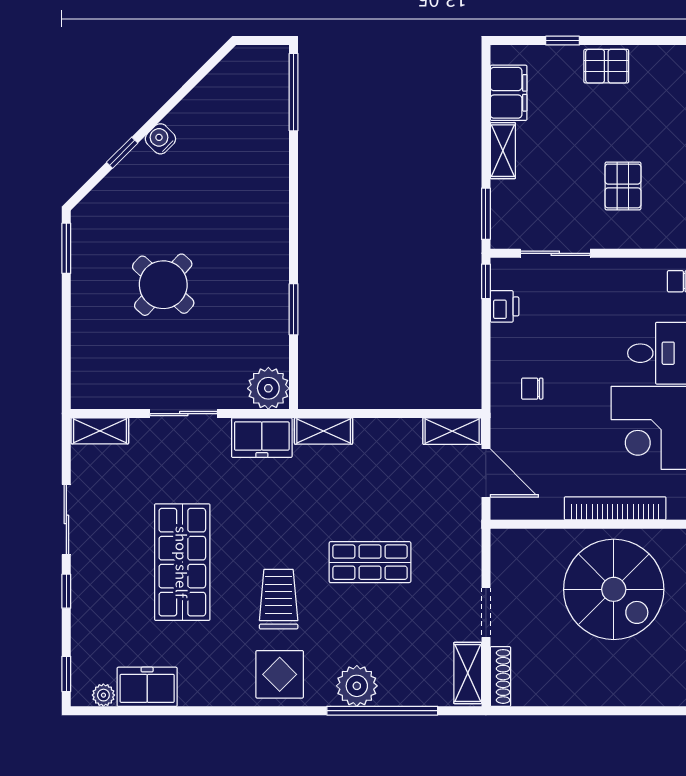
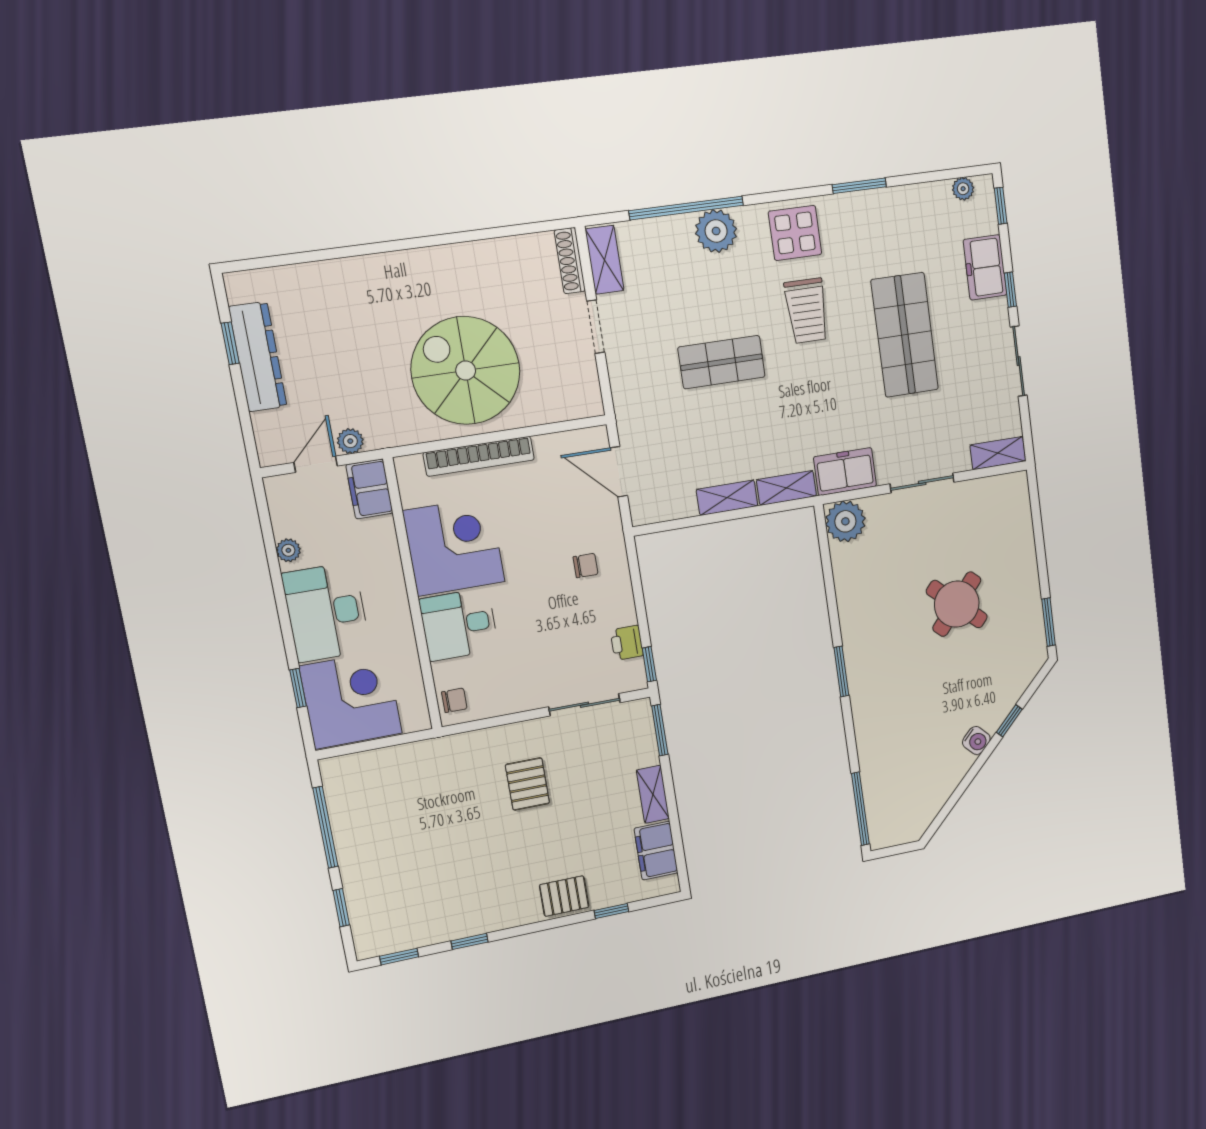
window: (294, 309) -> (841, 672), moved
shelving: (452, 431) -> (727, 498), moved
freezer: (147, 687) -> (985, 267), moved, turned 90
window: (209, 711) -> (859, 186), added

